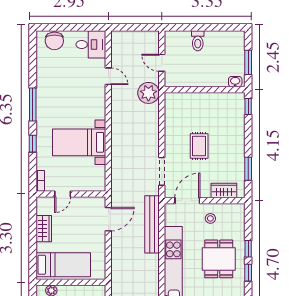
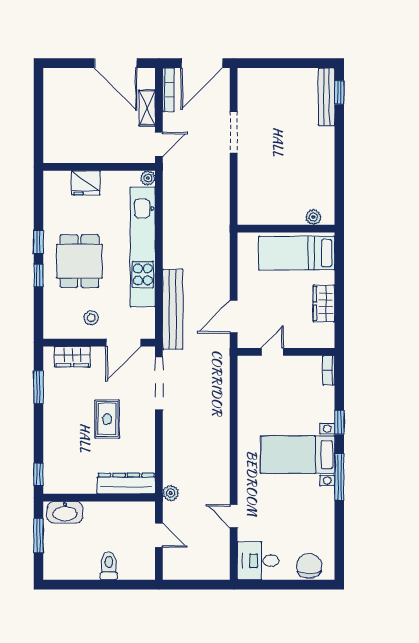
washbasin: (235, 82) -> (65, 512), width x1.91, depth x1.45
plant: (148, 93) -> (171, 493), width x0.53, depth x0.53
dresser: (185, 100) -> (126, 484), added
bed with nightstands: (79, 142) -> (298, 455), moved, turned 180
doorway: (162, 171) -> (159, 383), width x1.36
door: (63, 194) -> (272, 352), moved

